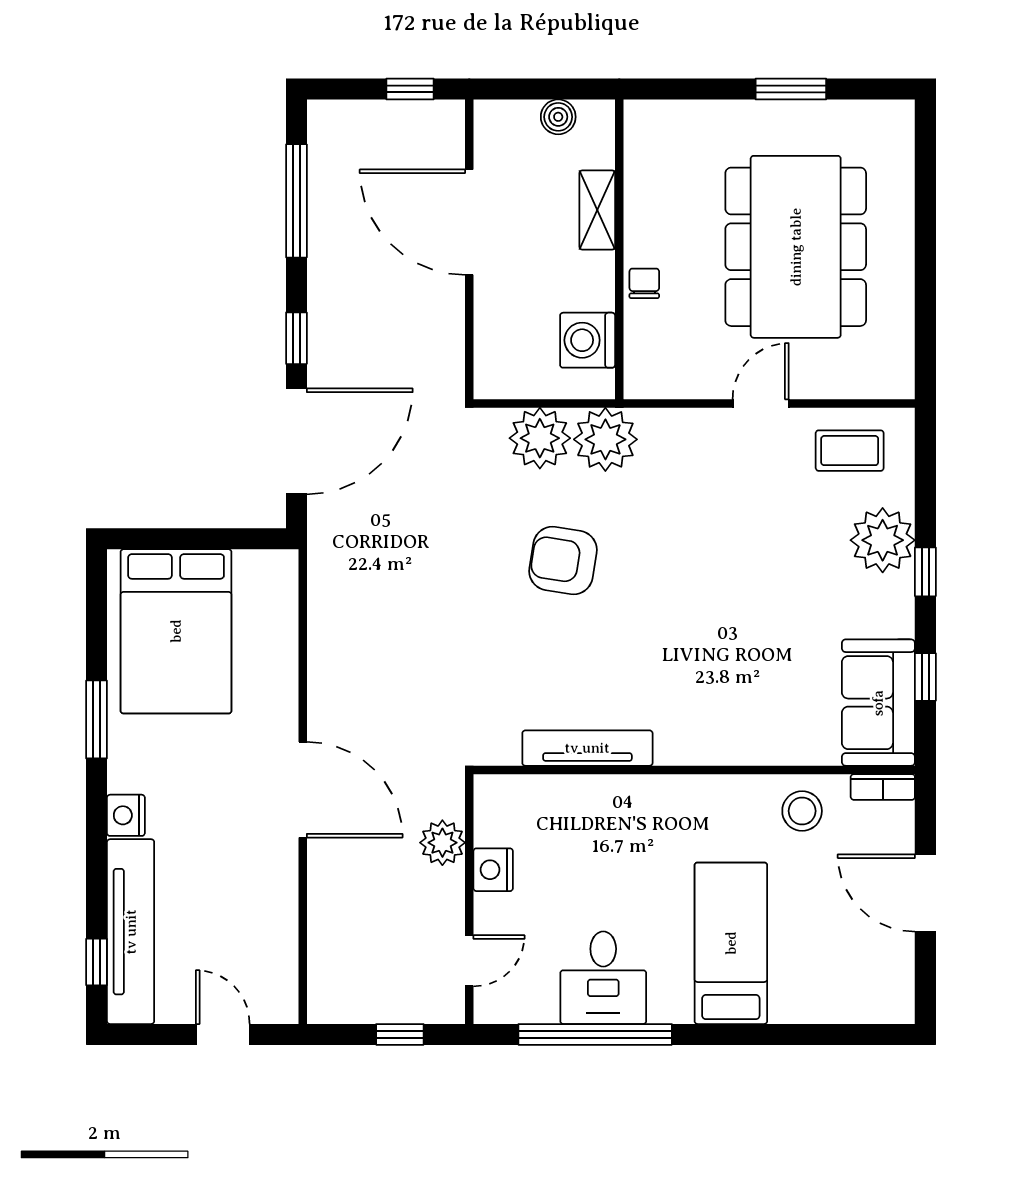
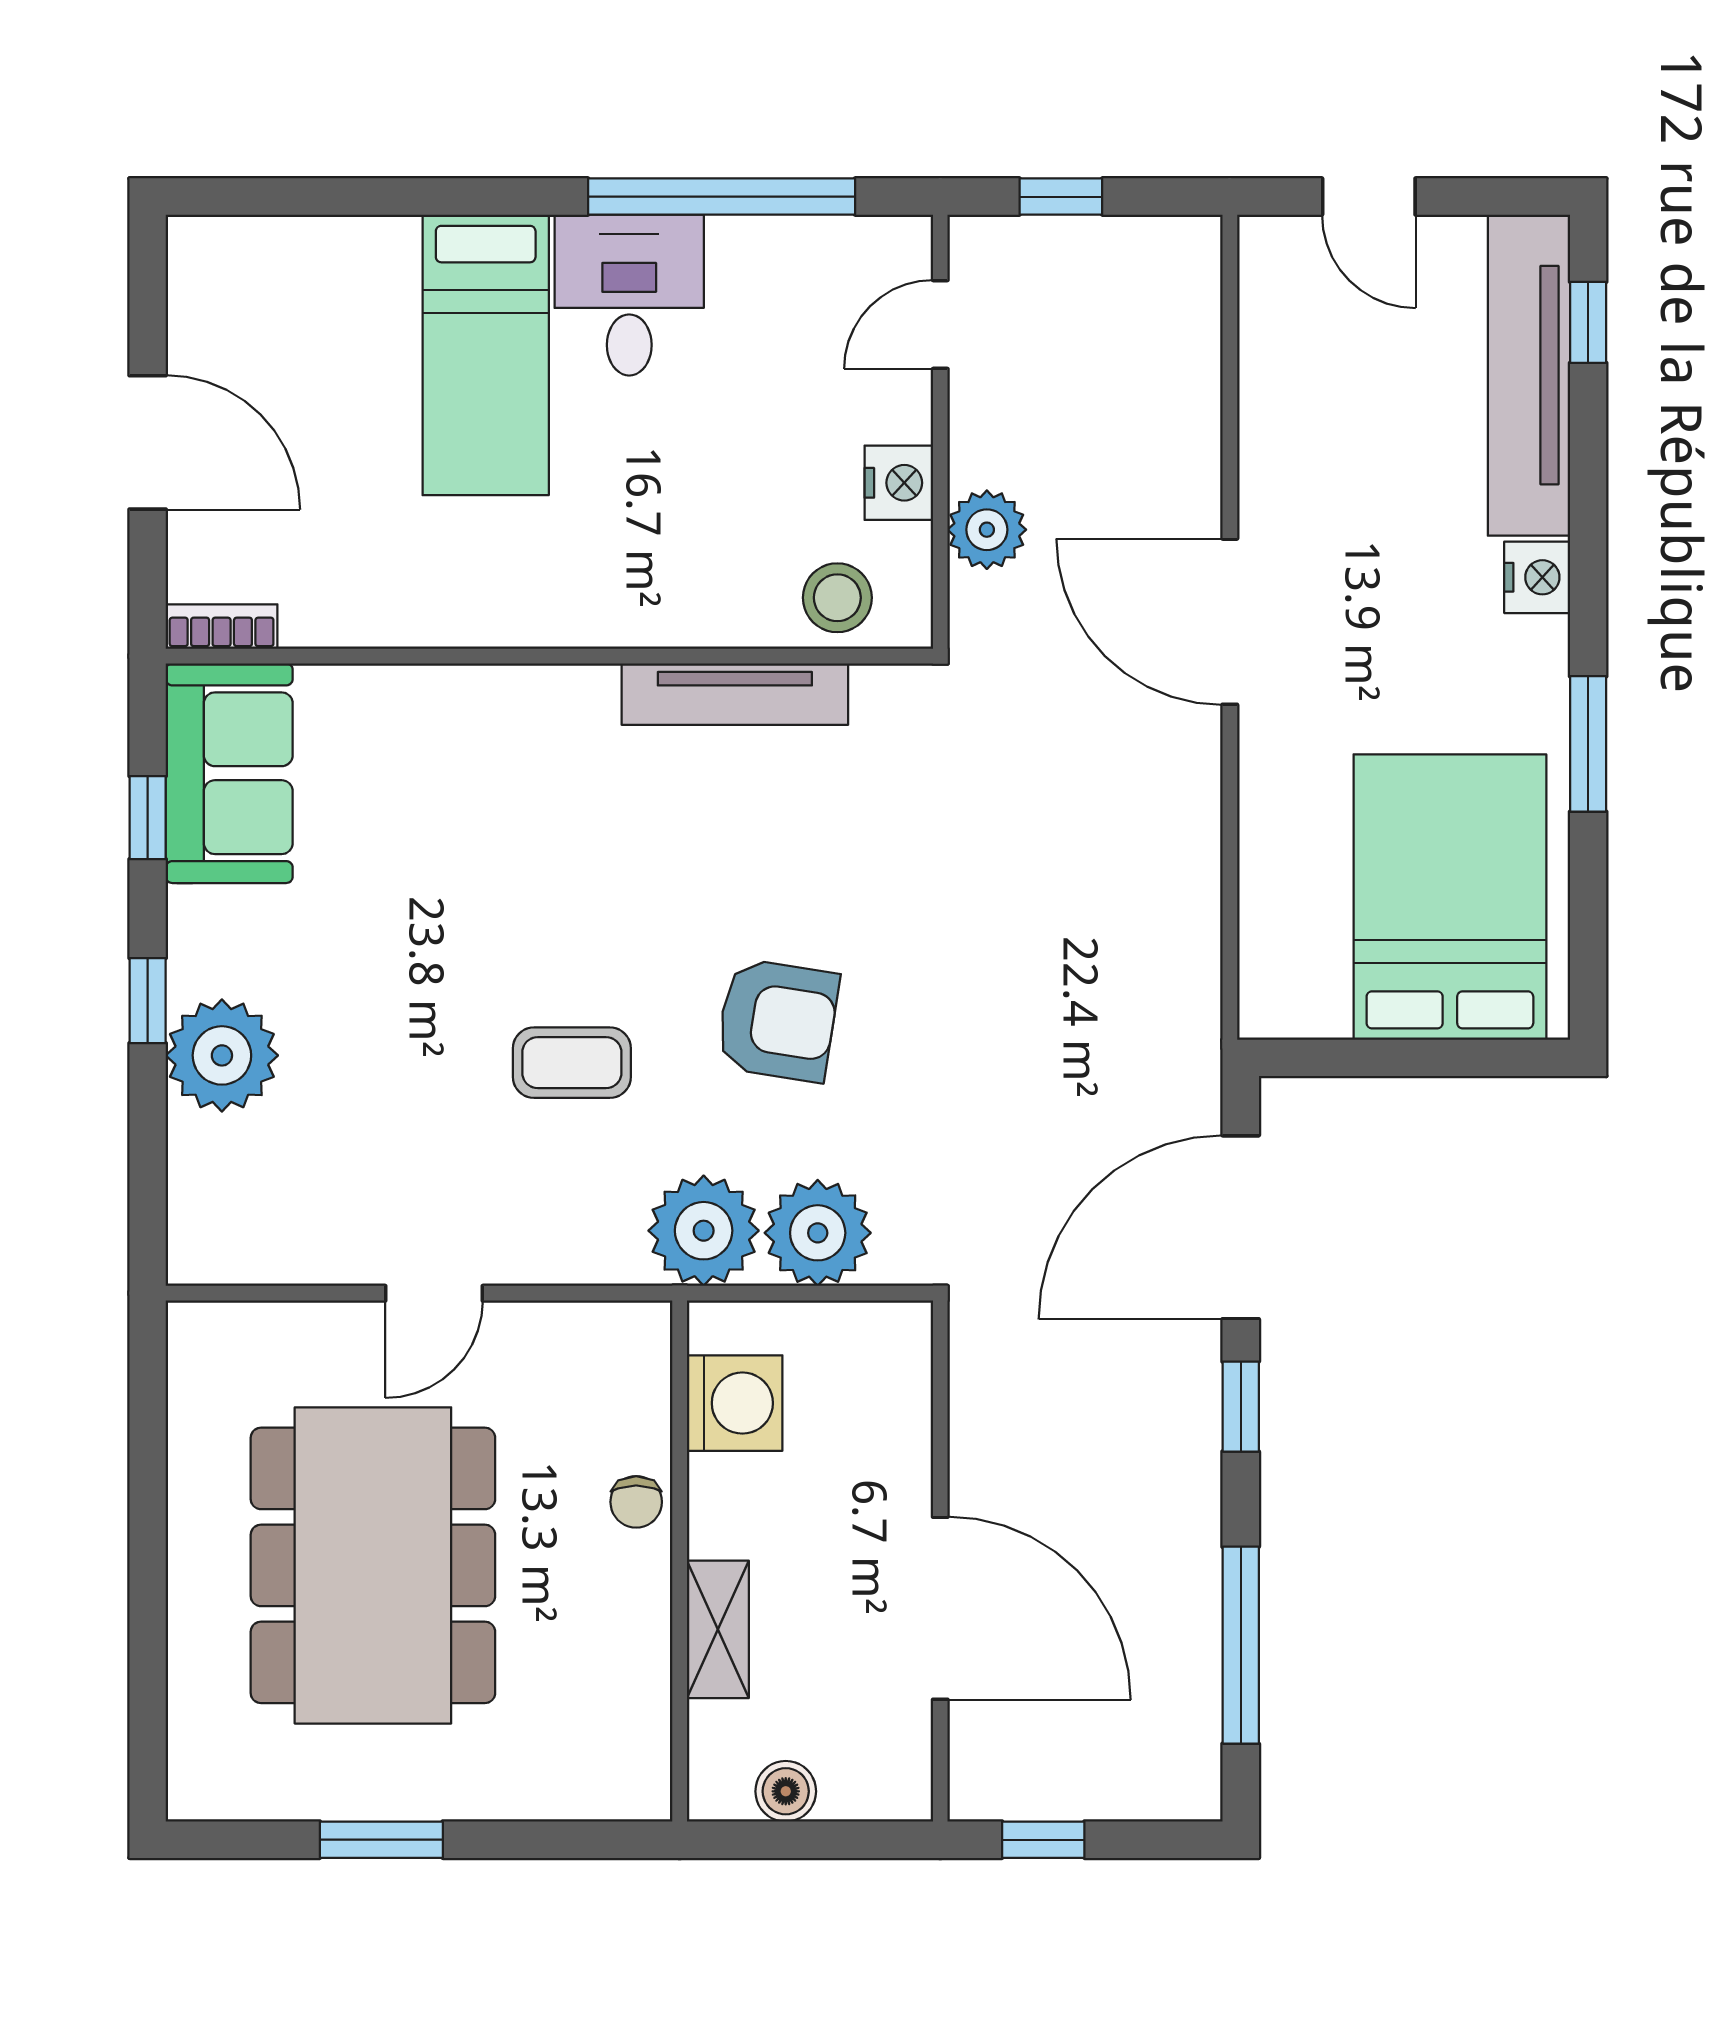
coffee table: (850, 451) -> (572, 1063), moved
stool: (802, 811) -> (837, 598), moved
desk: (603, 978) -> (629, 295), moved

